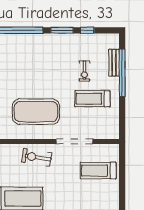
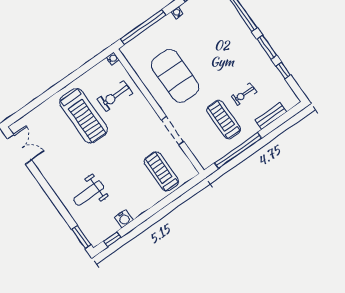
window: (122, 73) -> (238, 150), moved
doorway: (74, 141) -> (173, 131), width x0.73
exercise bike: (37, 157) -> (115, 96), moved, turned -99

